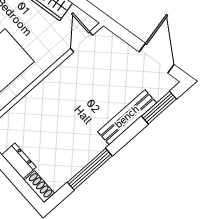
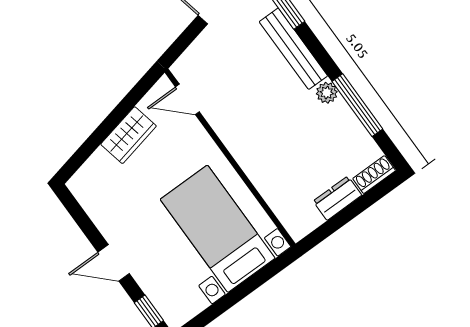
plant: (97, 145) -> (327, 93), added

